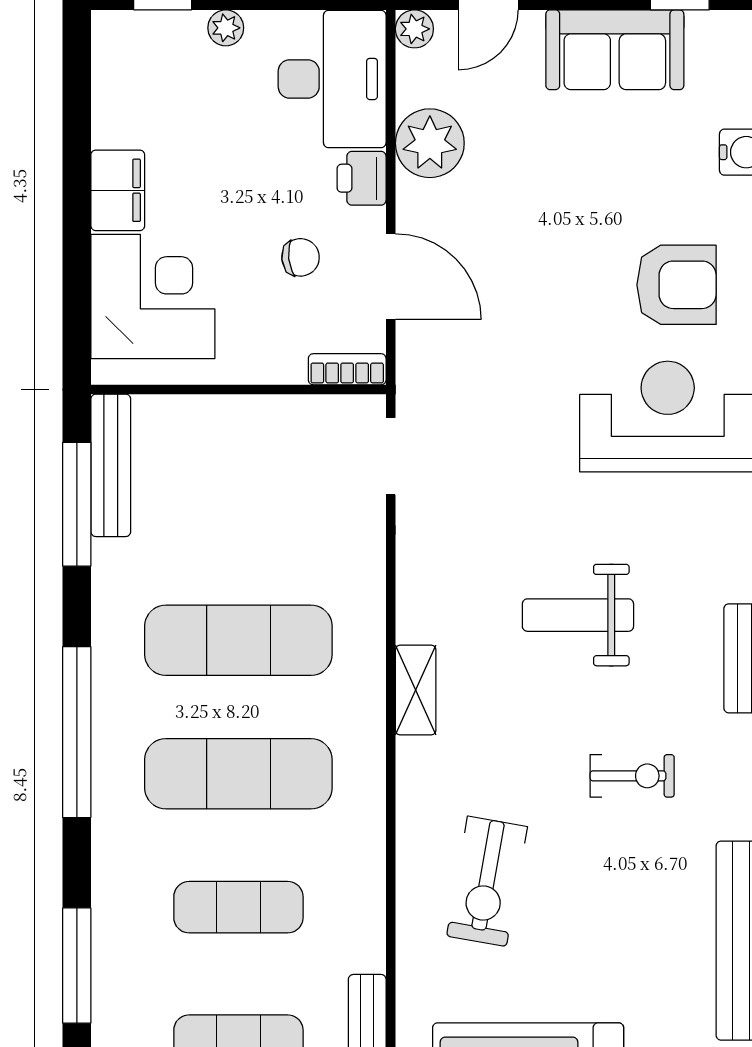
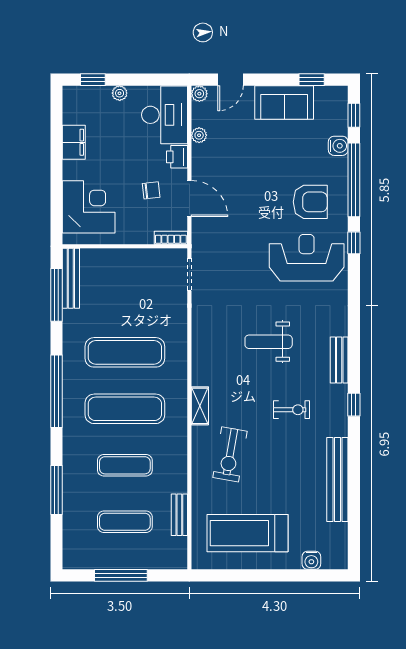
plant: (430, 143) -> (199, 135), width x0.53, depth x0.53
filing cabinet: (118, 190) -> (74, 142), moved
shelving: (416, 690) -> (200, 406), moved

